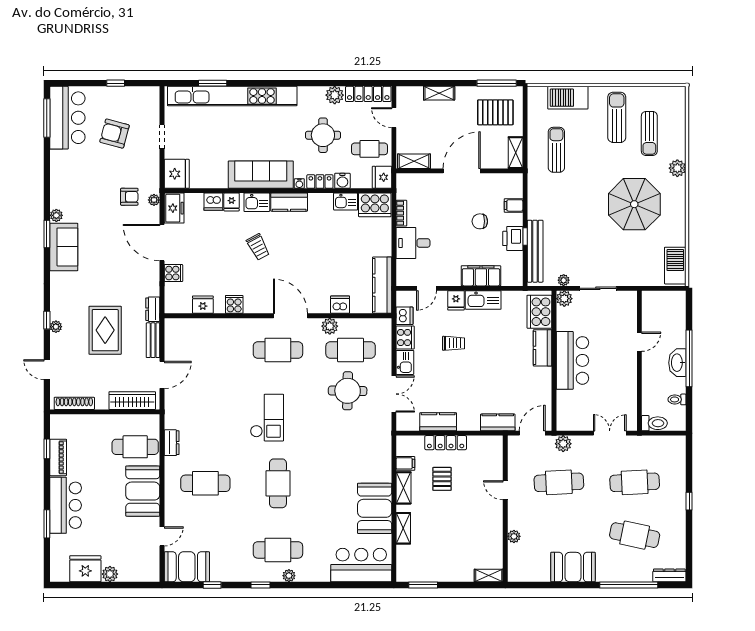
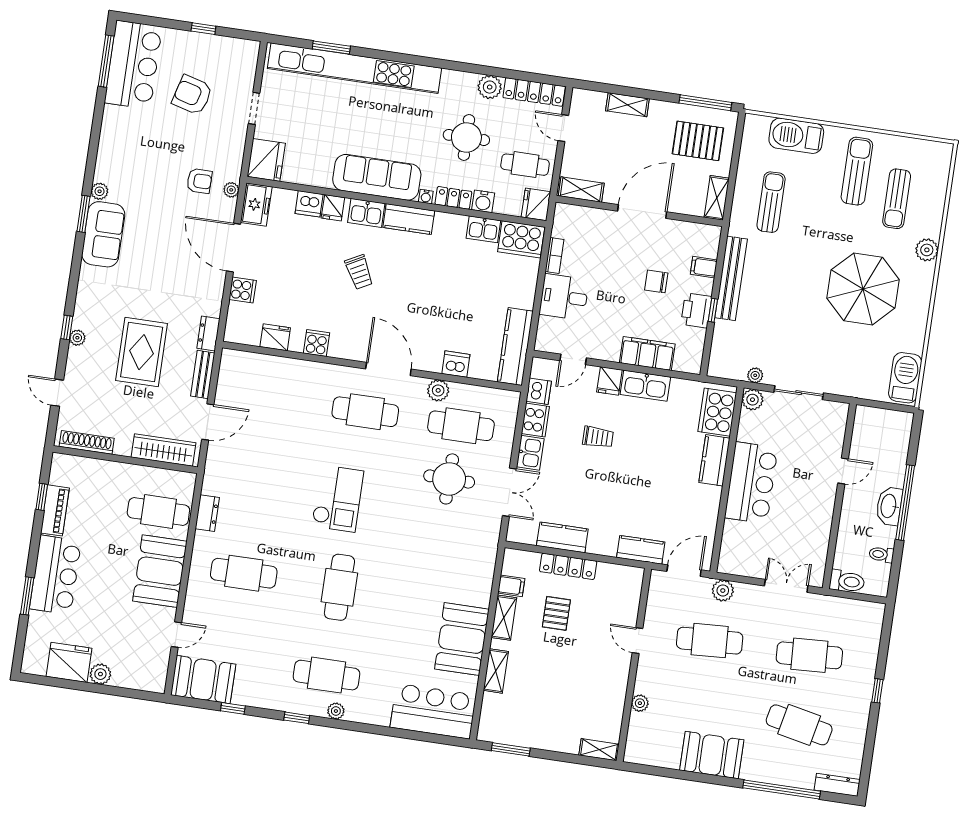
bench: (535, 251) -> (731, 278), moved

